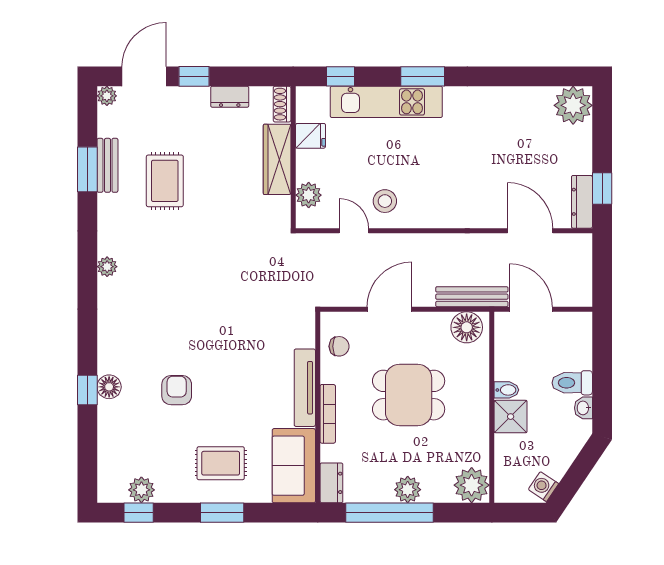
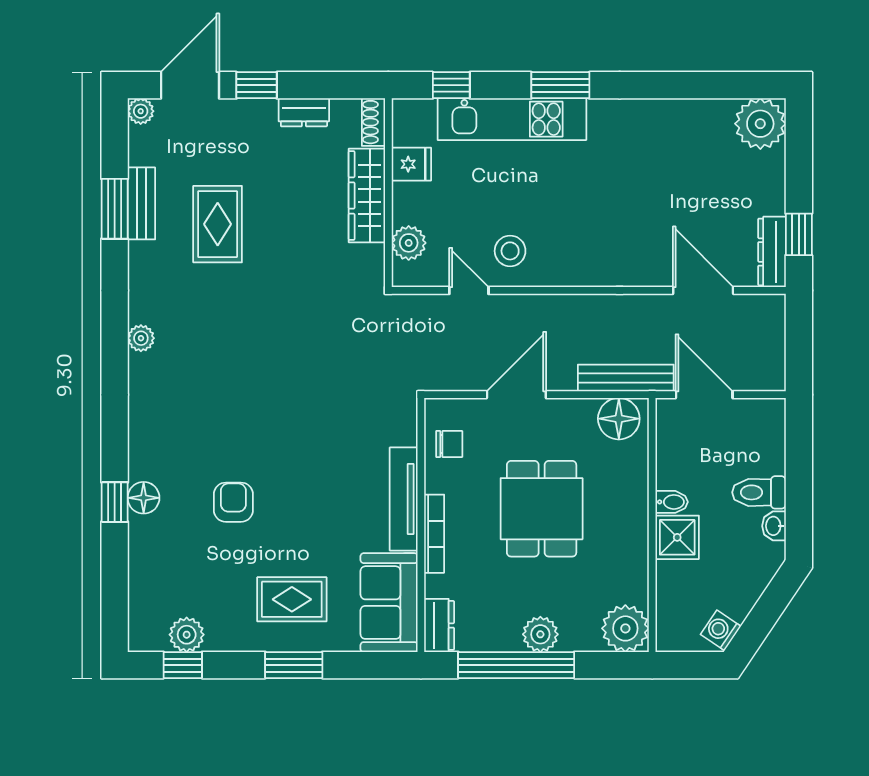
dining table: (409, 395) -> (542, 509), turned 90

